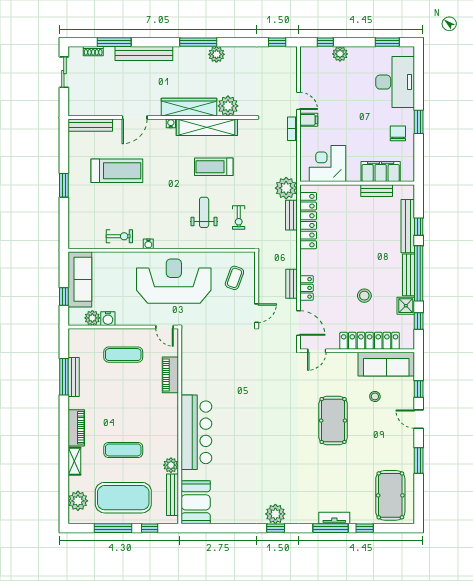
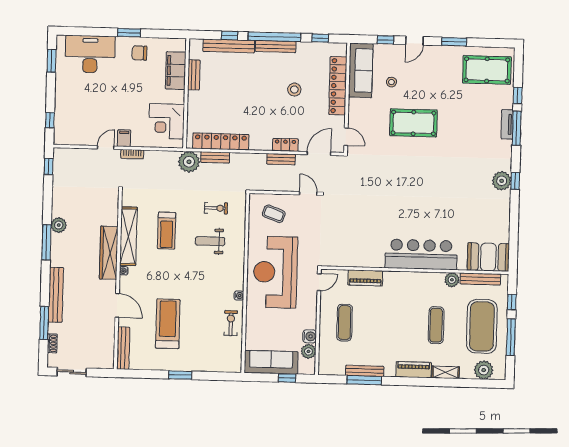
plant: (340, 54) -> (61, 106), removed
plant: (228, 106) -> (109, 215), removed
shower: (406, 306) -> (305, 50), removed

